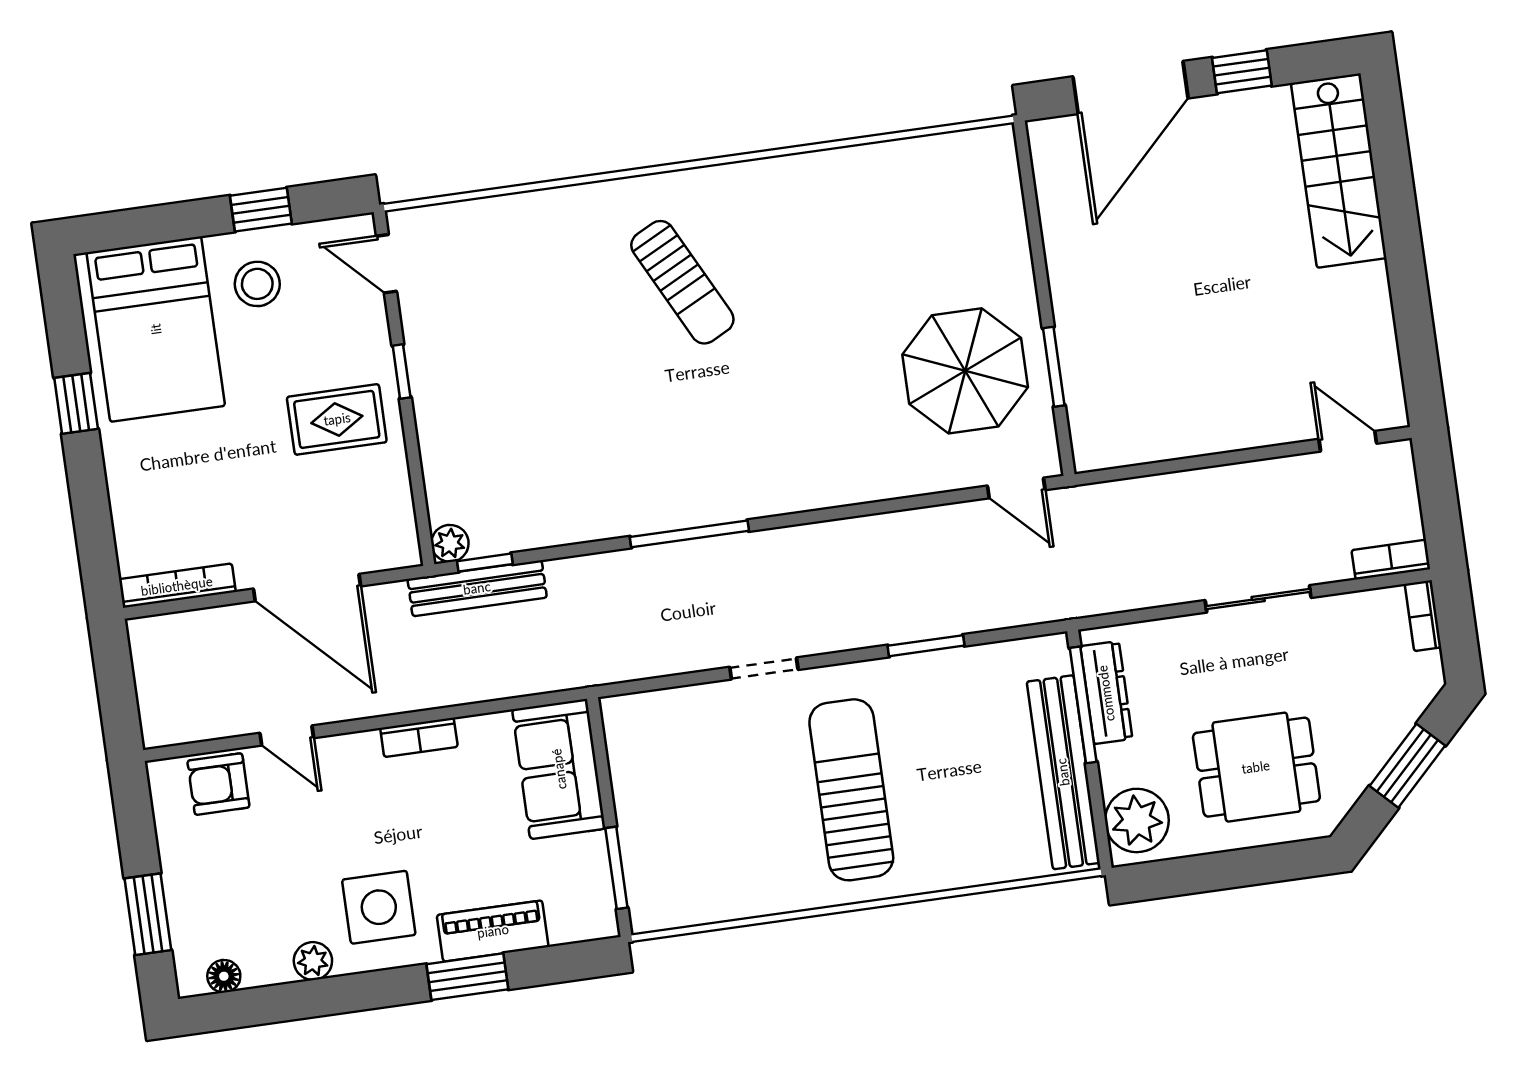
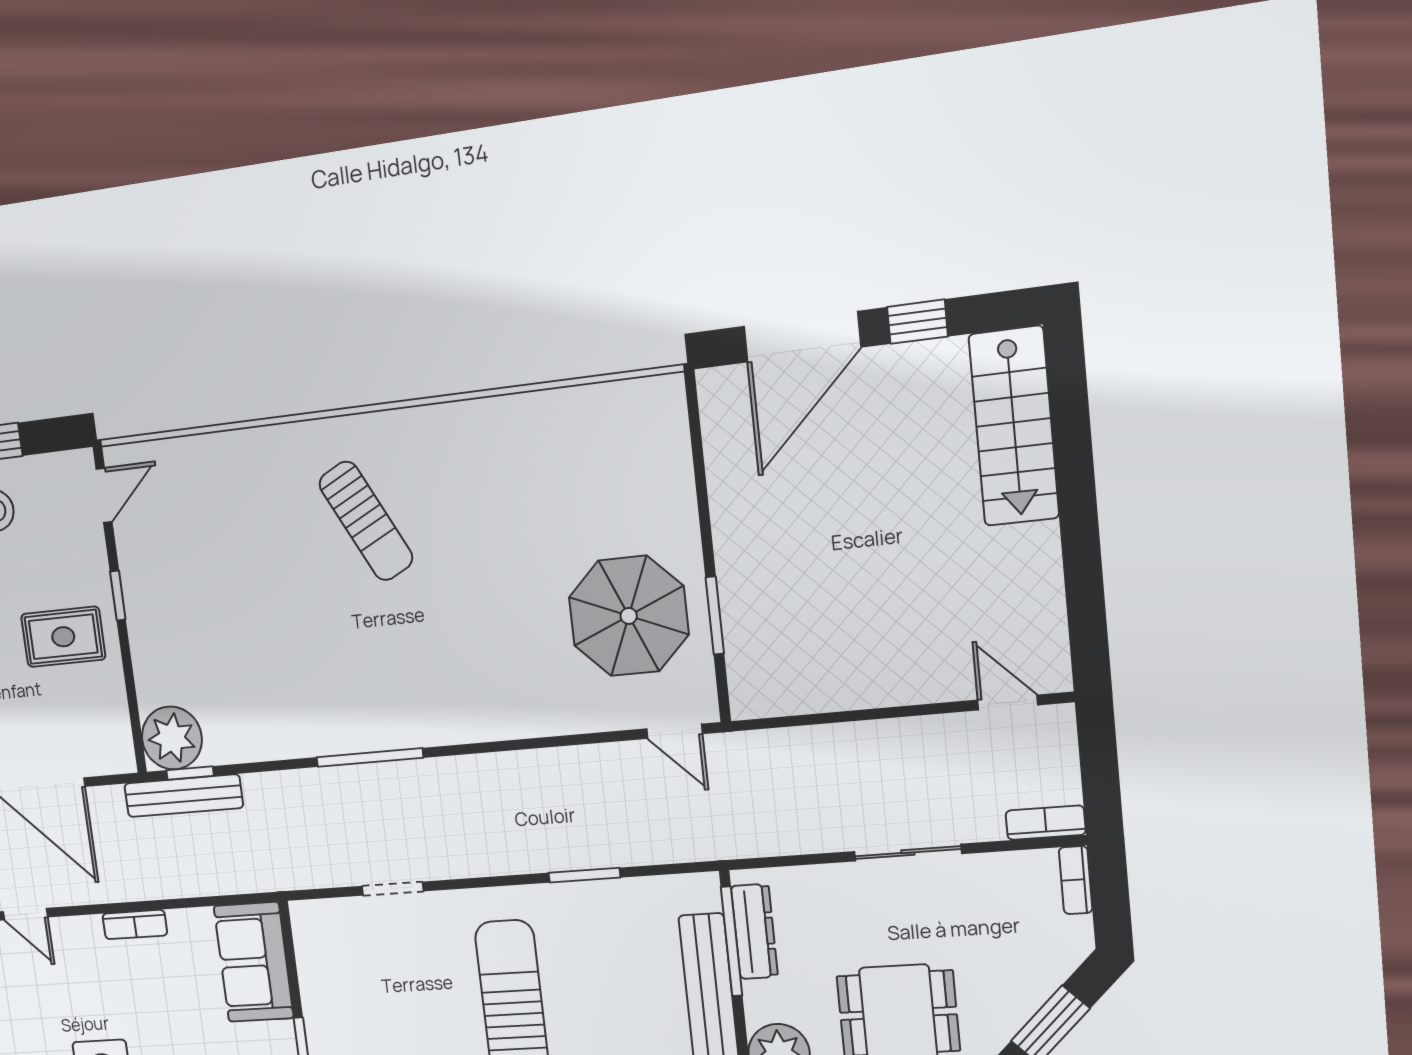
door: (386, 264) -> (104, 495), swing flipped
plant: (450, 543) -> (172, 738), width x1.88, depth x1.88
doorway: (764, 668) -> (393, 889), moved

